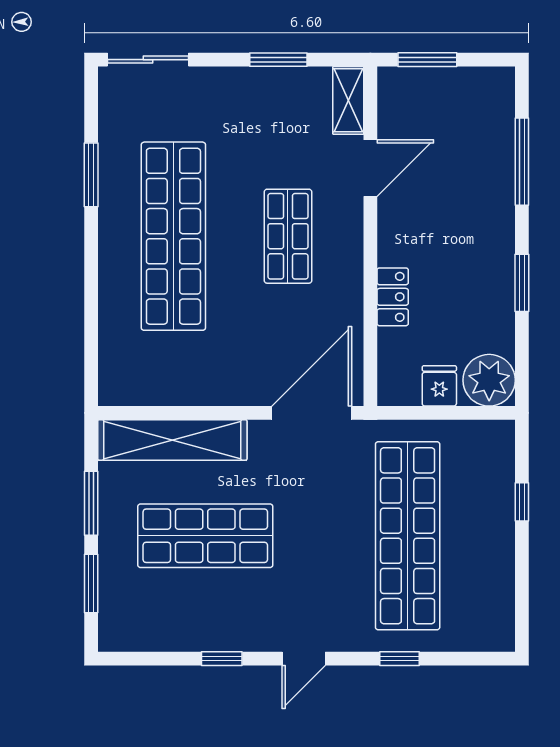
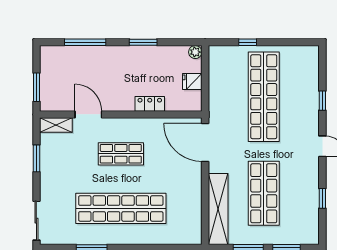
plant: (489, 380) -> (195, 52), width x0.53, depth x0.53
shop shelf: (408, 536) -> (264, 97), turned 90
window: (222, 659) -> (322, 198), moved

